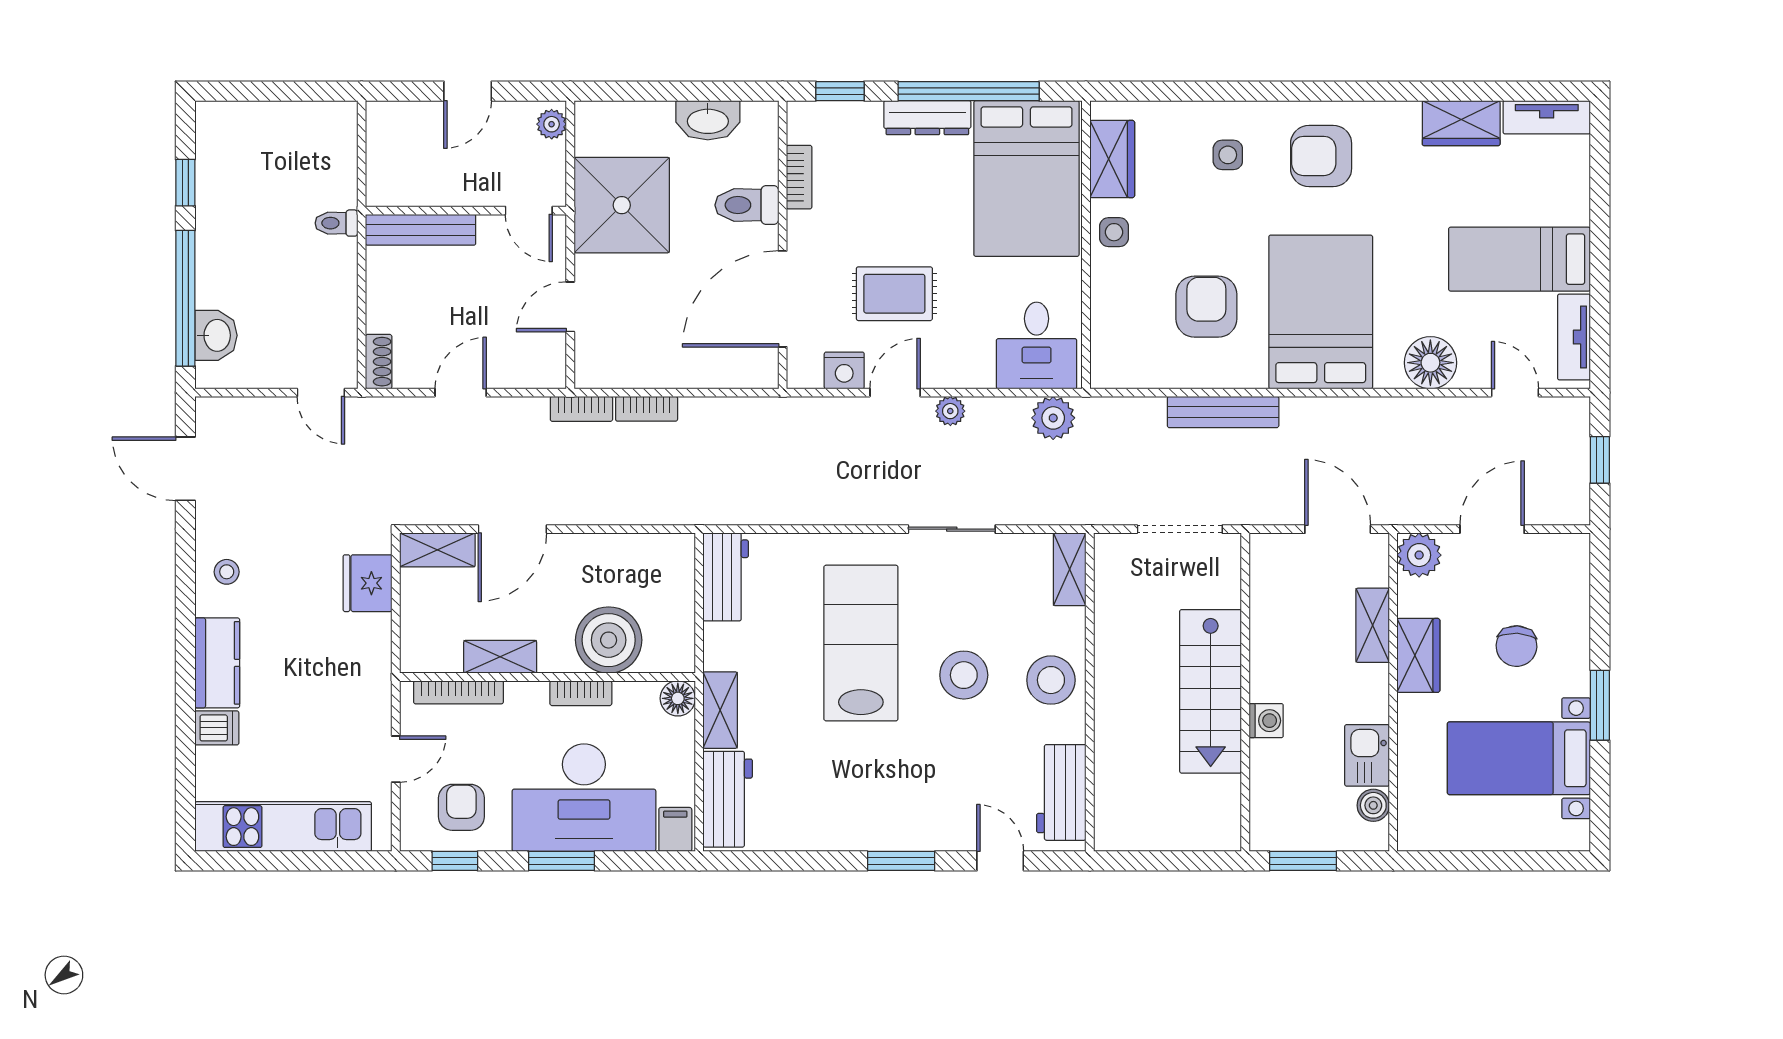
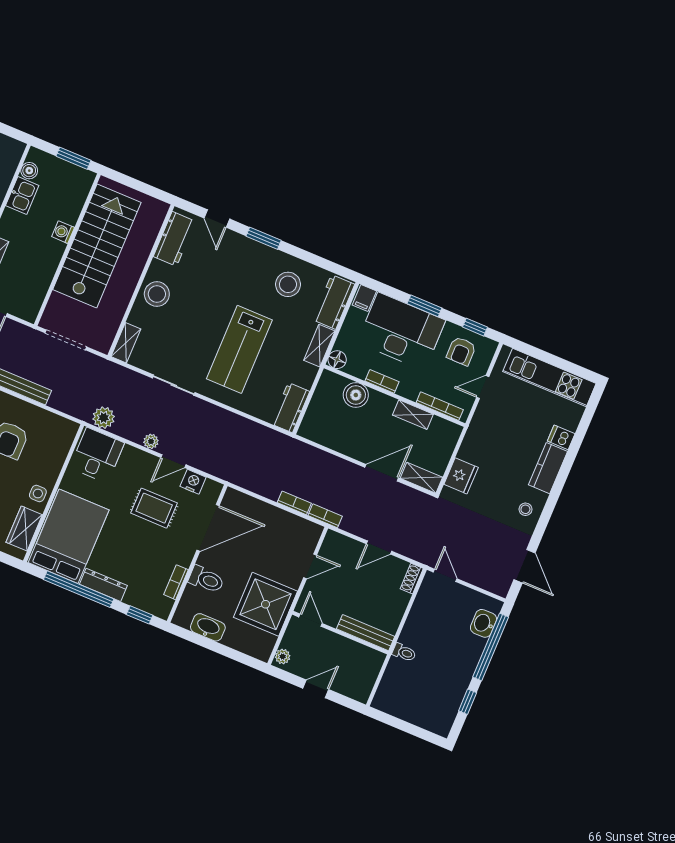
boiler: (609, 640) -> (356, 395), width x0.73, depth x0.73
stool: (964, 675) -> (288, 284), moved
stairs: (1211, 691) -> (97, 246), width x1.36, depth x1.51

